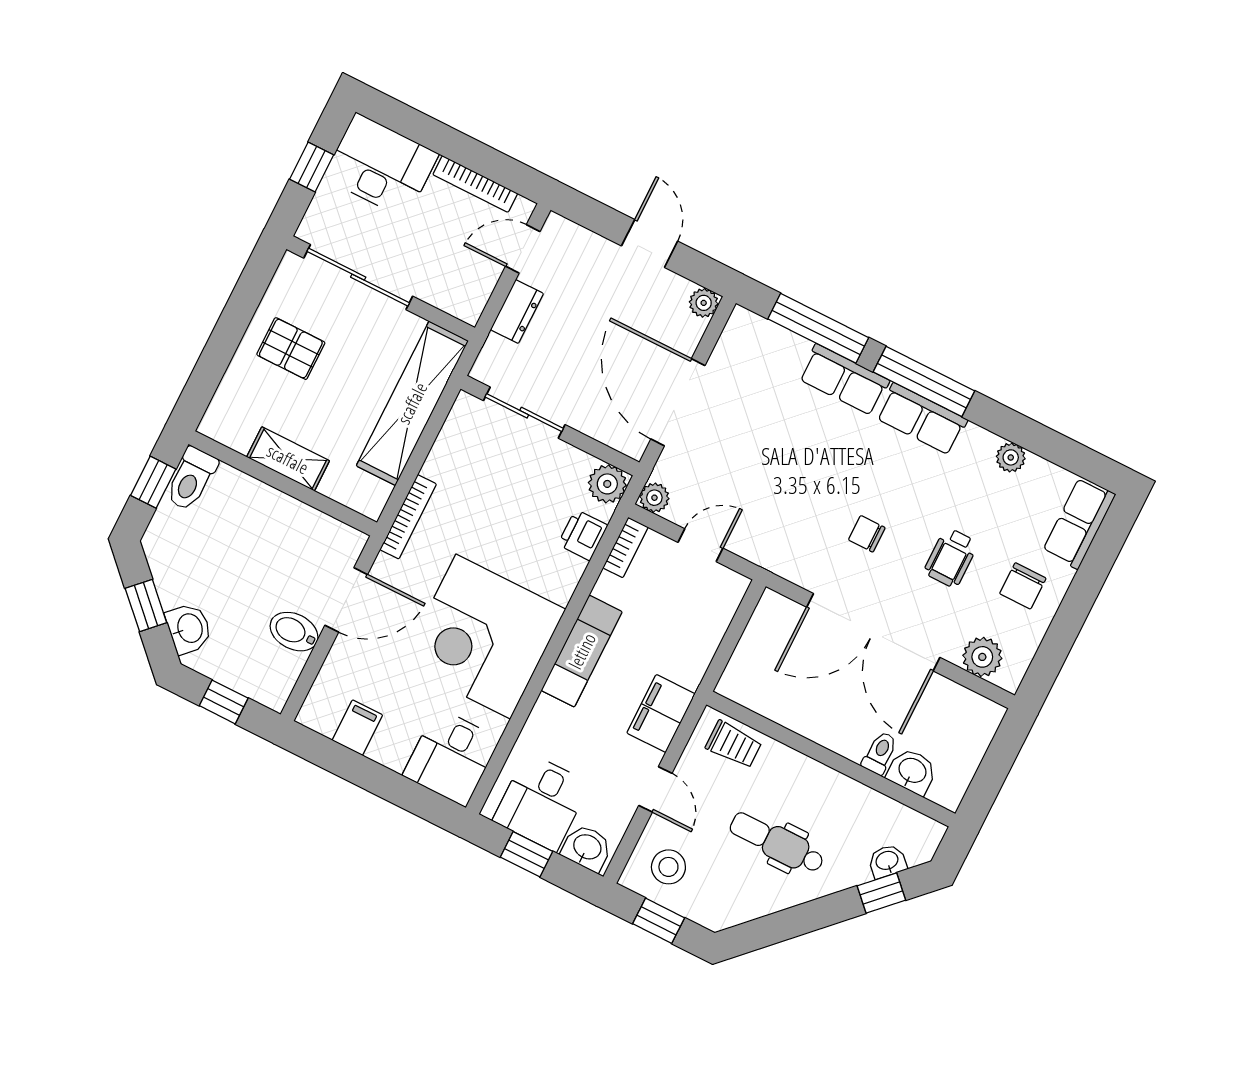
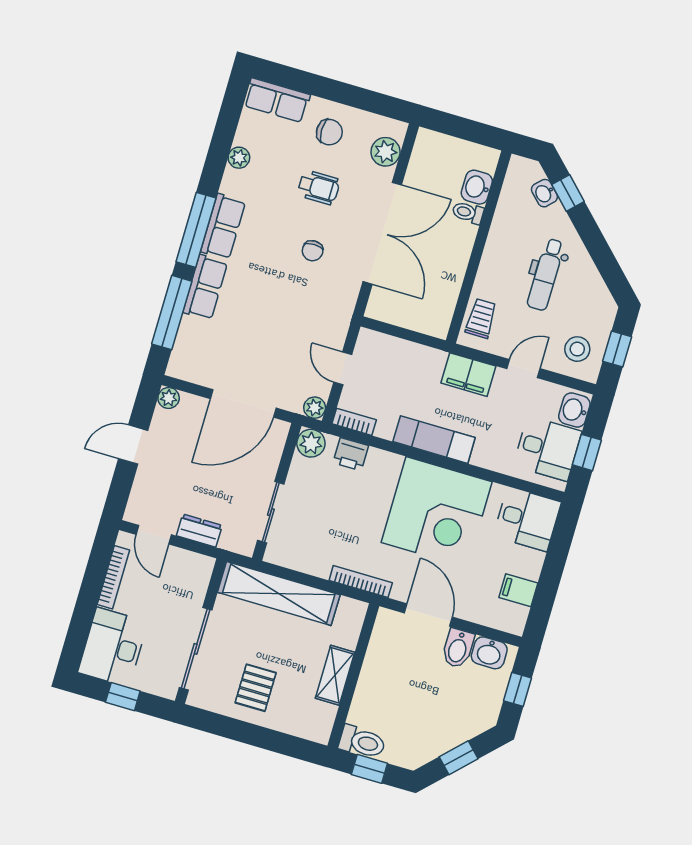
washbasin: (189, 628) -> (489, 653), moved, turned -135

